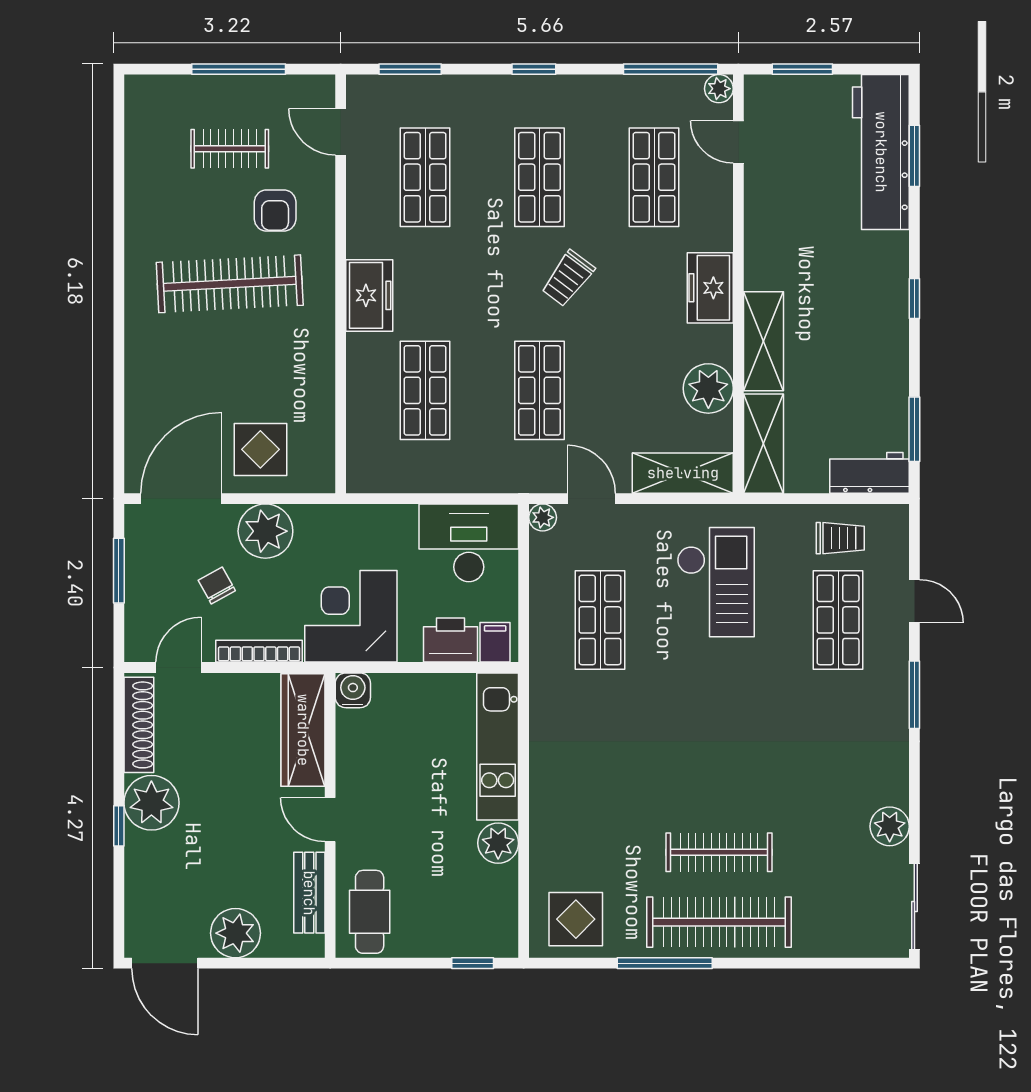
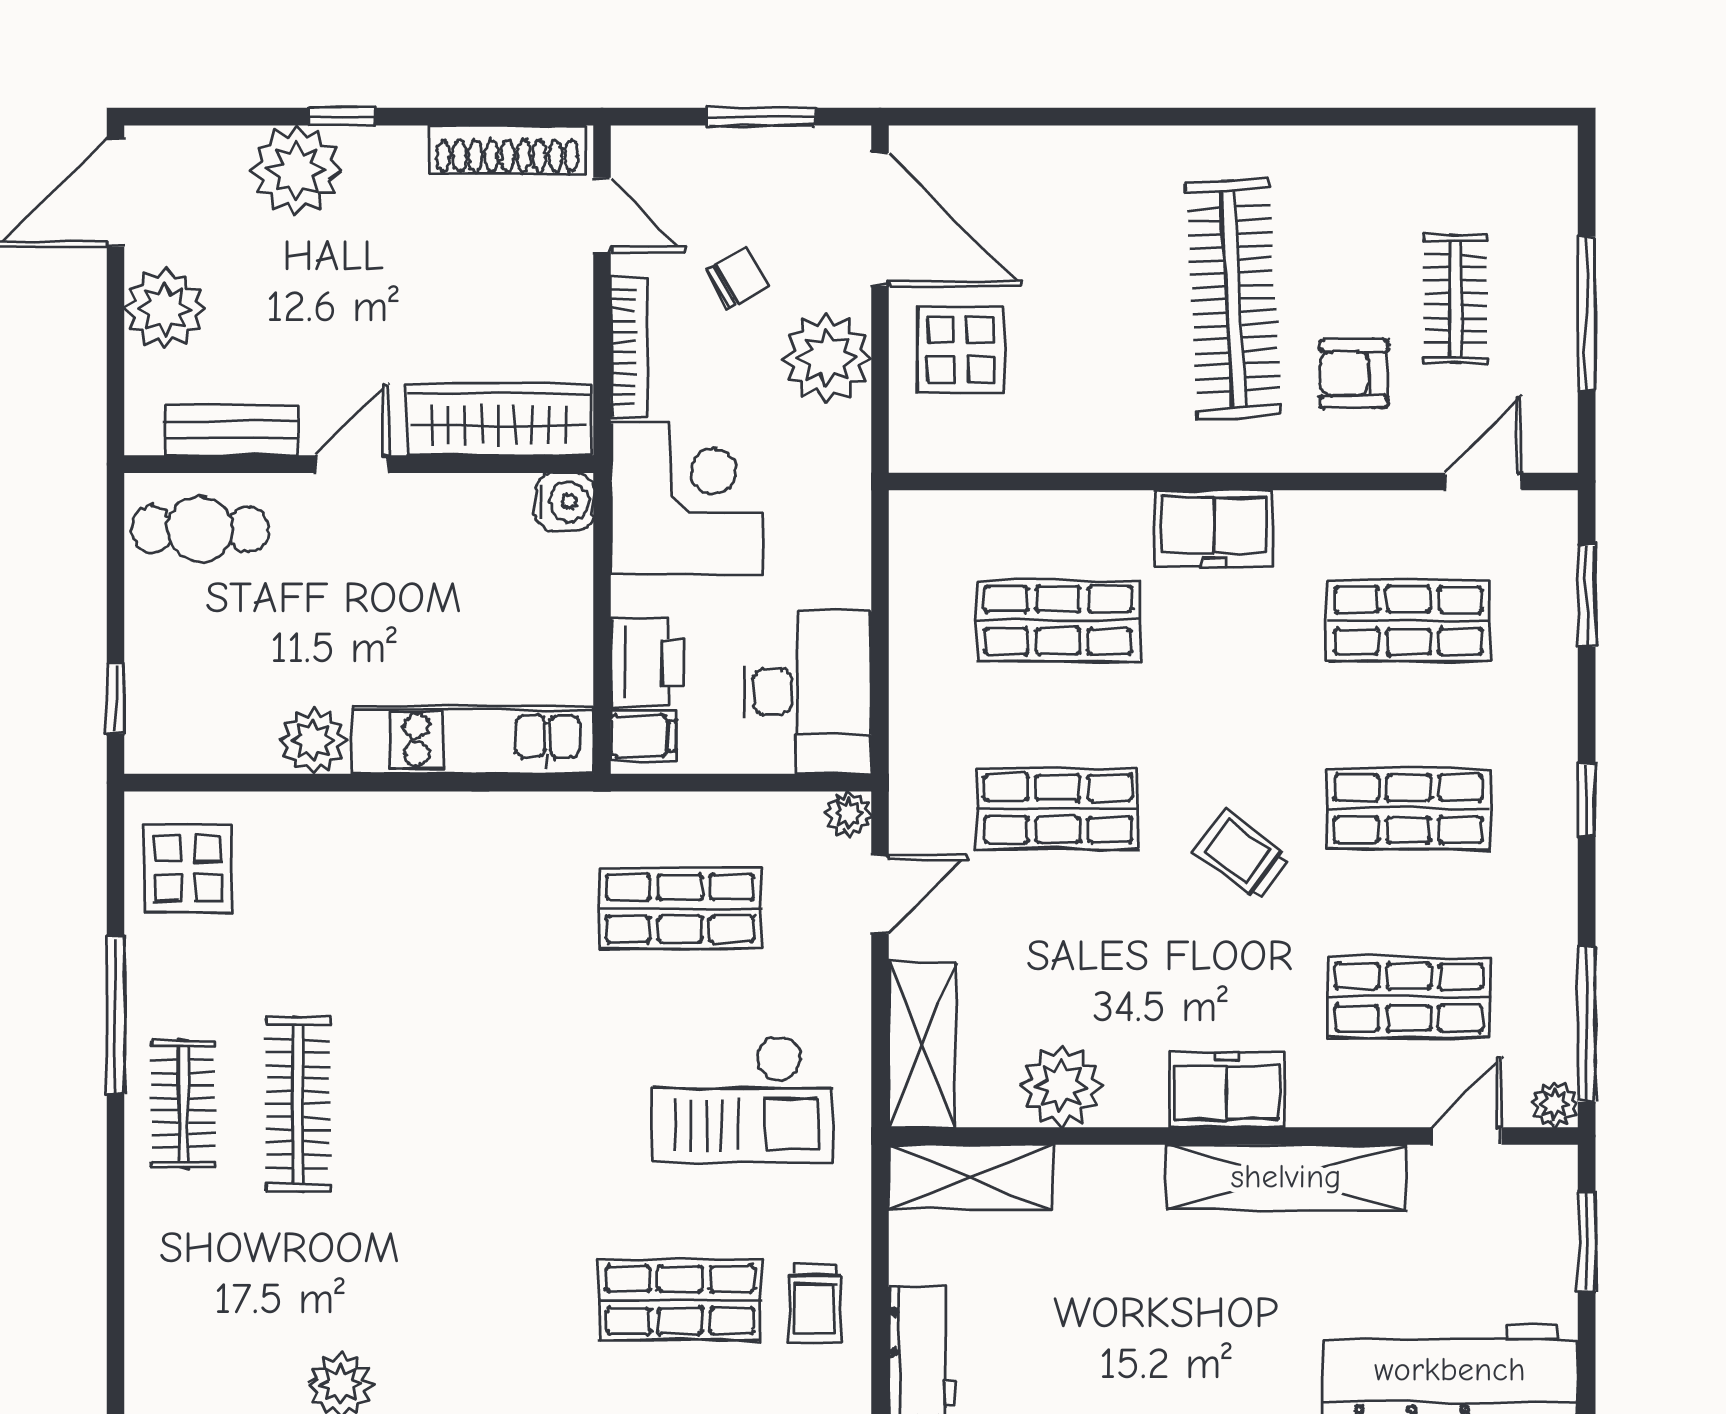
shelving: (764, 341) -> (1286, 1177), moved, width x1.47
plant: (151, 803) -> (296, 170), moved
clothes rail: (719, 922) -> (183, 1104), width x0.54, depth x0.76

